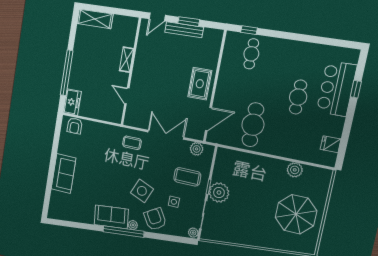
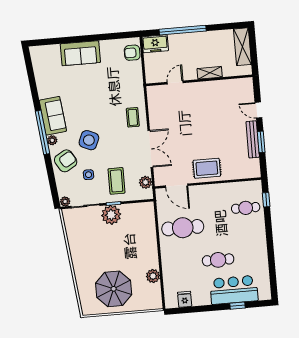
shelving: (126, 60) -> (210, 73), moved
wall: (131, 72) -> (199, 80), moved
door: (127, 96) -> (175, 82), moved

